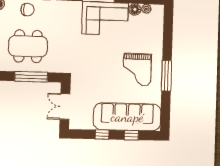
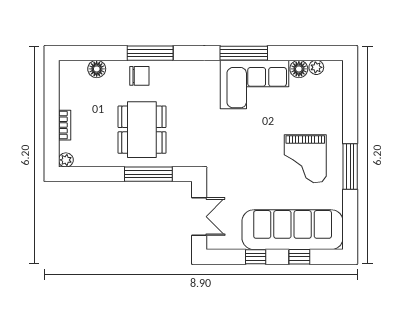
dining table: (28, 46) -> (142, 130), turned 90
double door: (65, 107) -> (199, 217), swing flipped

